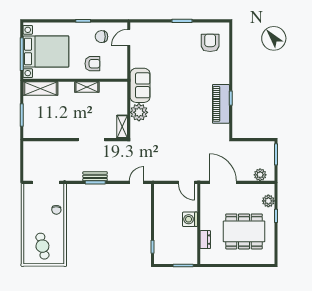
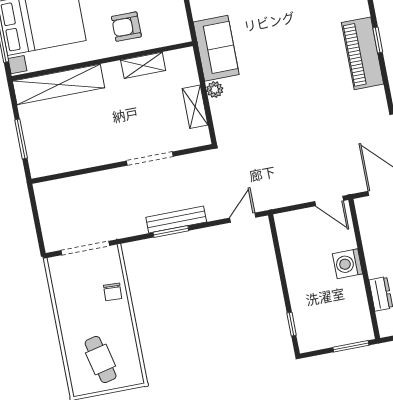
armchair: (92, 64) -> (126, 27), turned 180
shelving: (87, 87) -> (143, 65), moved
shelving: (40, 89) -> (59, 84), width x1.47
plant: (139, 112) -> (215, 90), width x0.53, depth x0.53
shelving: (122, 127) -> (195, 107), moved
bench: (95, 176) -> (176, 220), width x1.36

